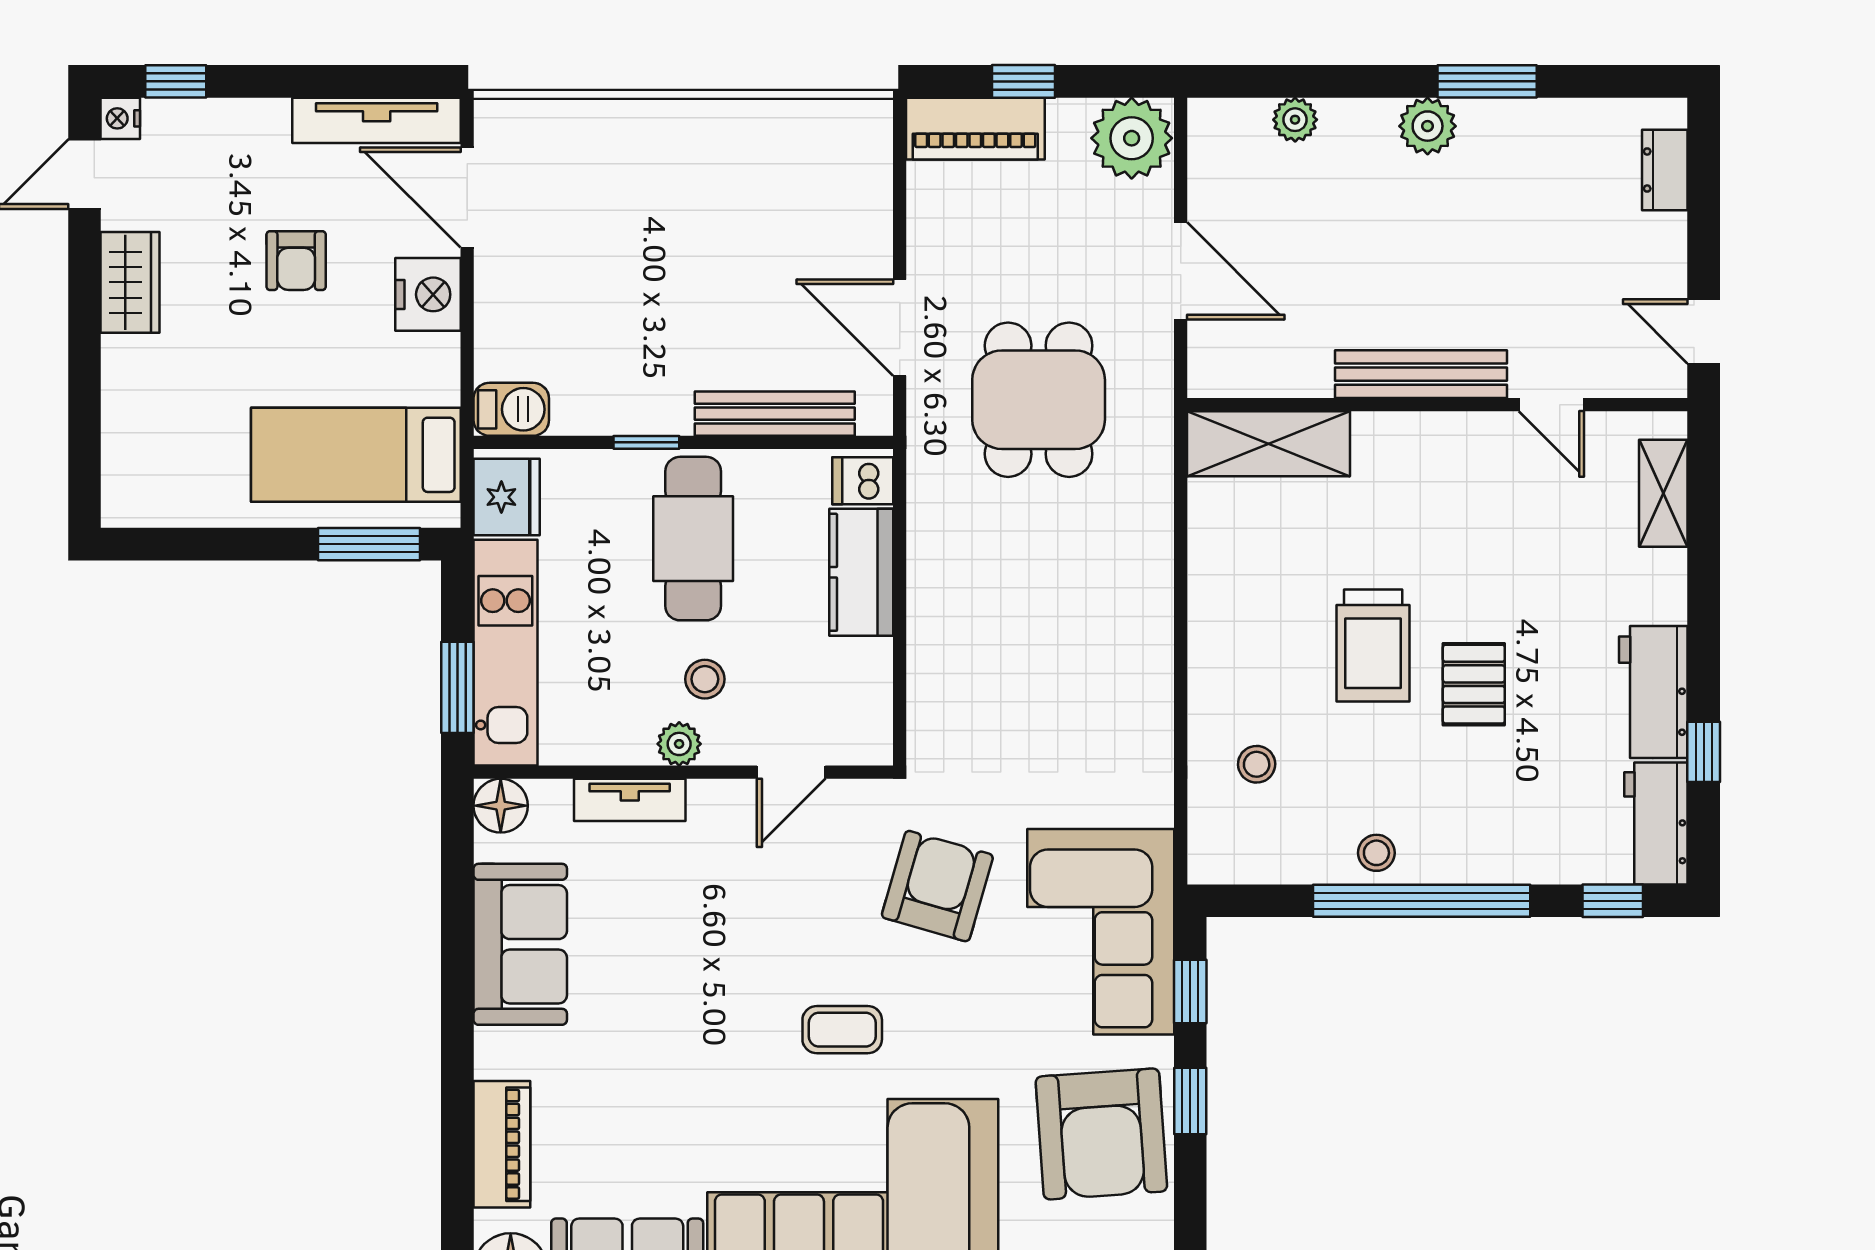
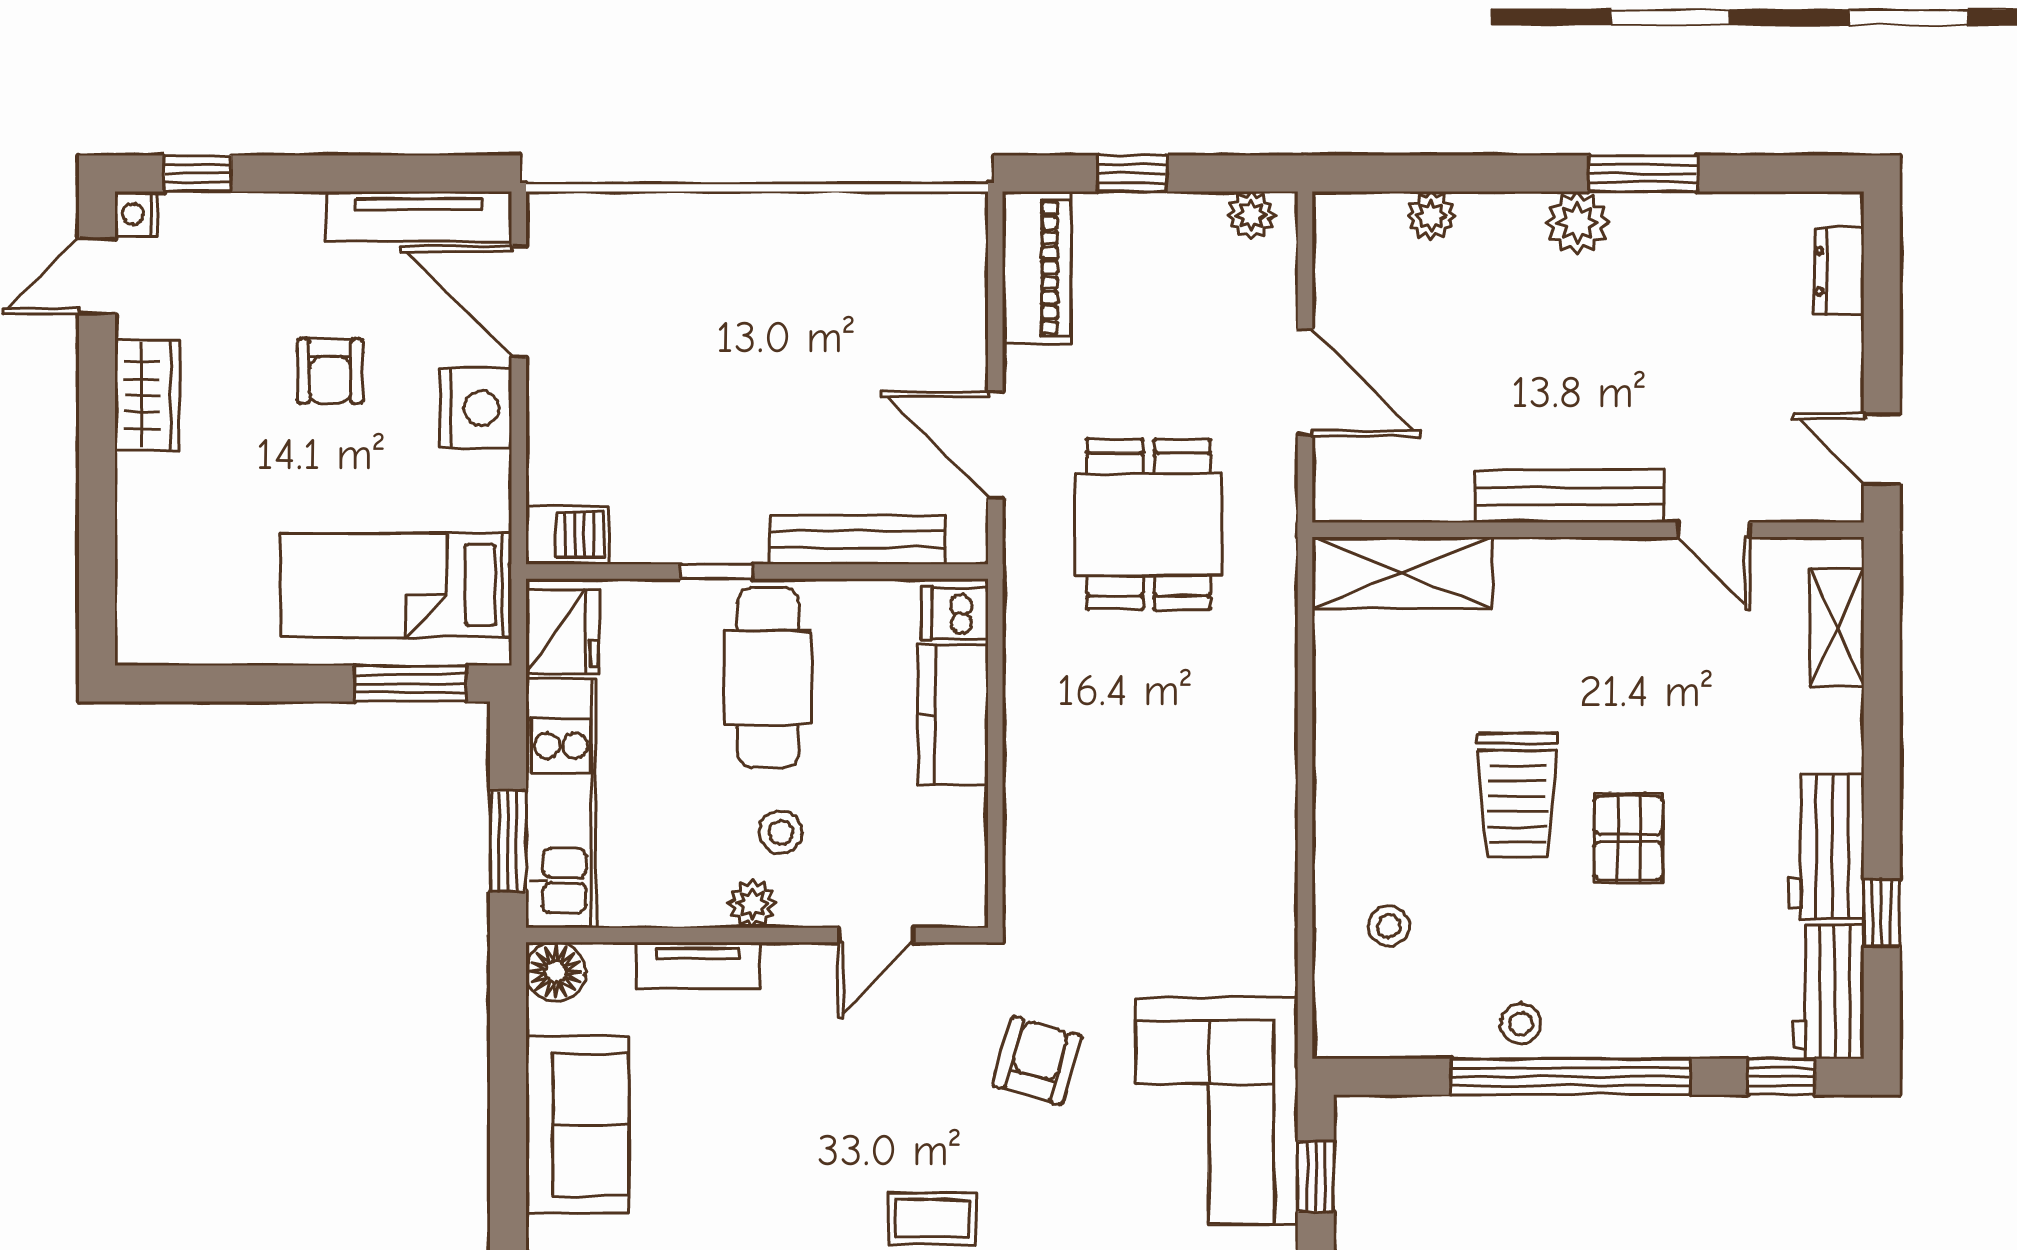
piano: (975, 129) -> (1037, 268), moved, turned -90
plant: (1132, 138) -> (1251, 215), width x0.53, depth x0.53
armchair: (937, 886) -> (1037, 1060), width x0.72, depth x0.72

